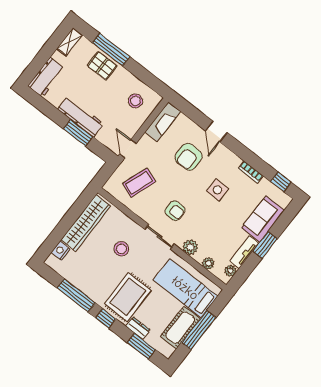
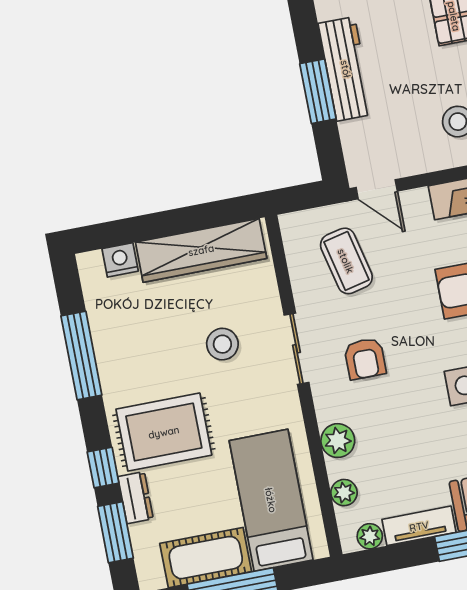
door: (128, 149) -> (377, 189), swing flipped
coffee table: (139, 183) -> (346, 261), turned 57
sliding door: (159, 237) -> (296, 349), moved
window: (106, 318) -> (103, 468), moved

